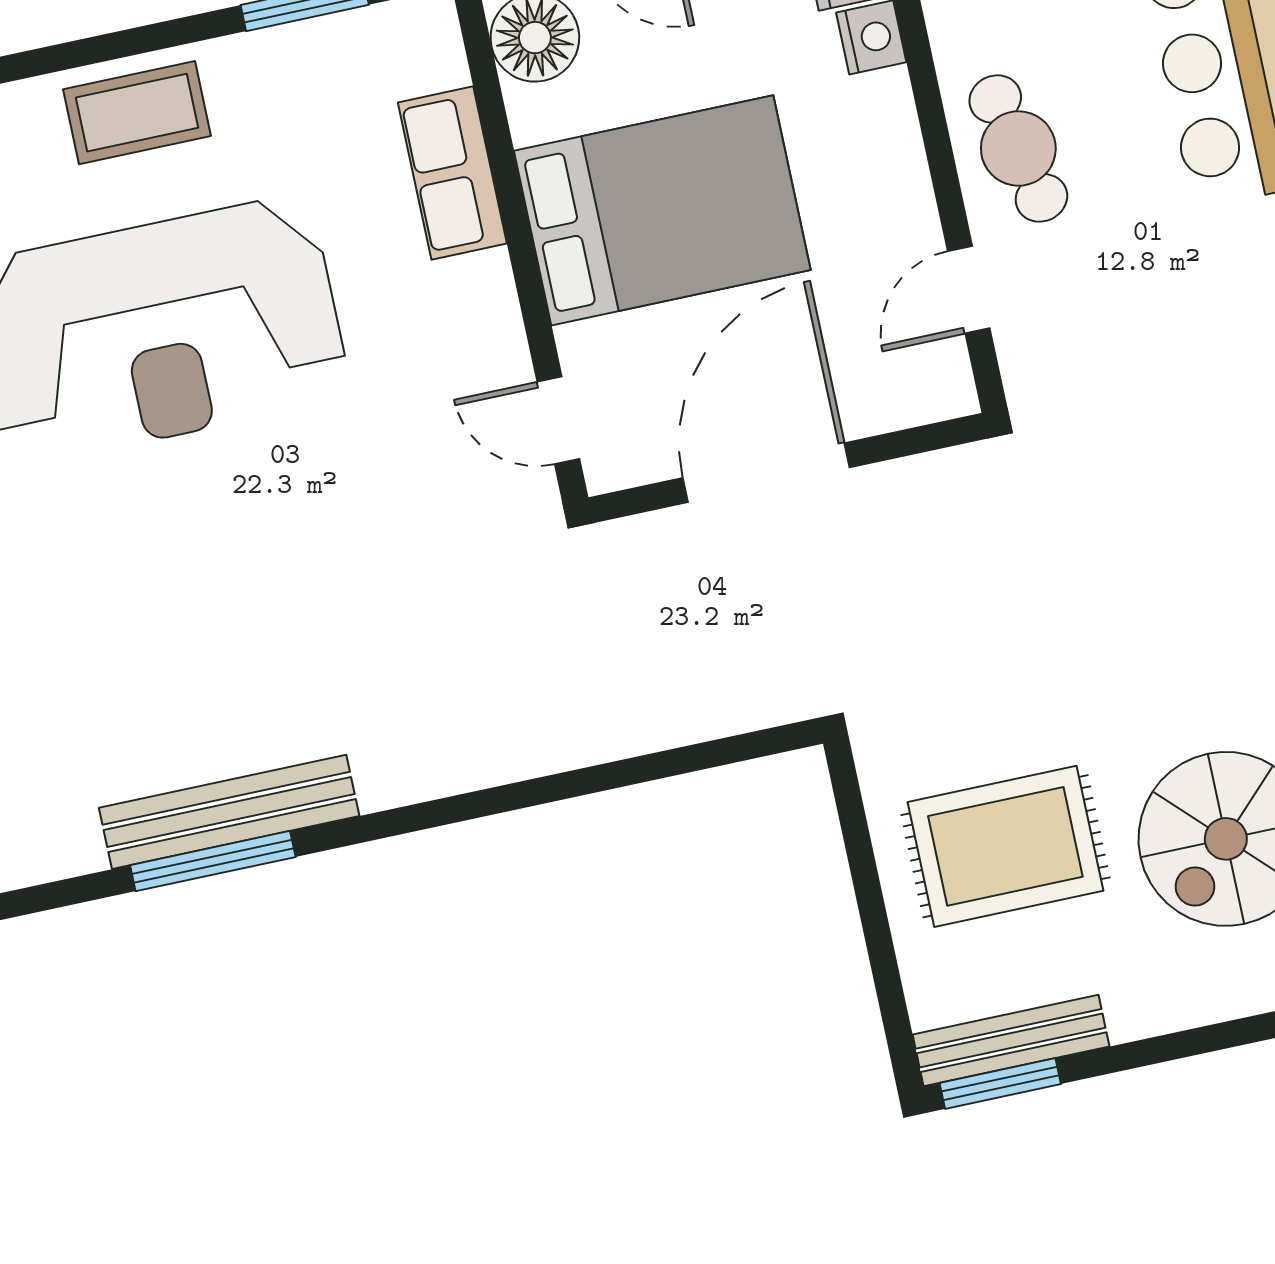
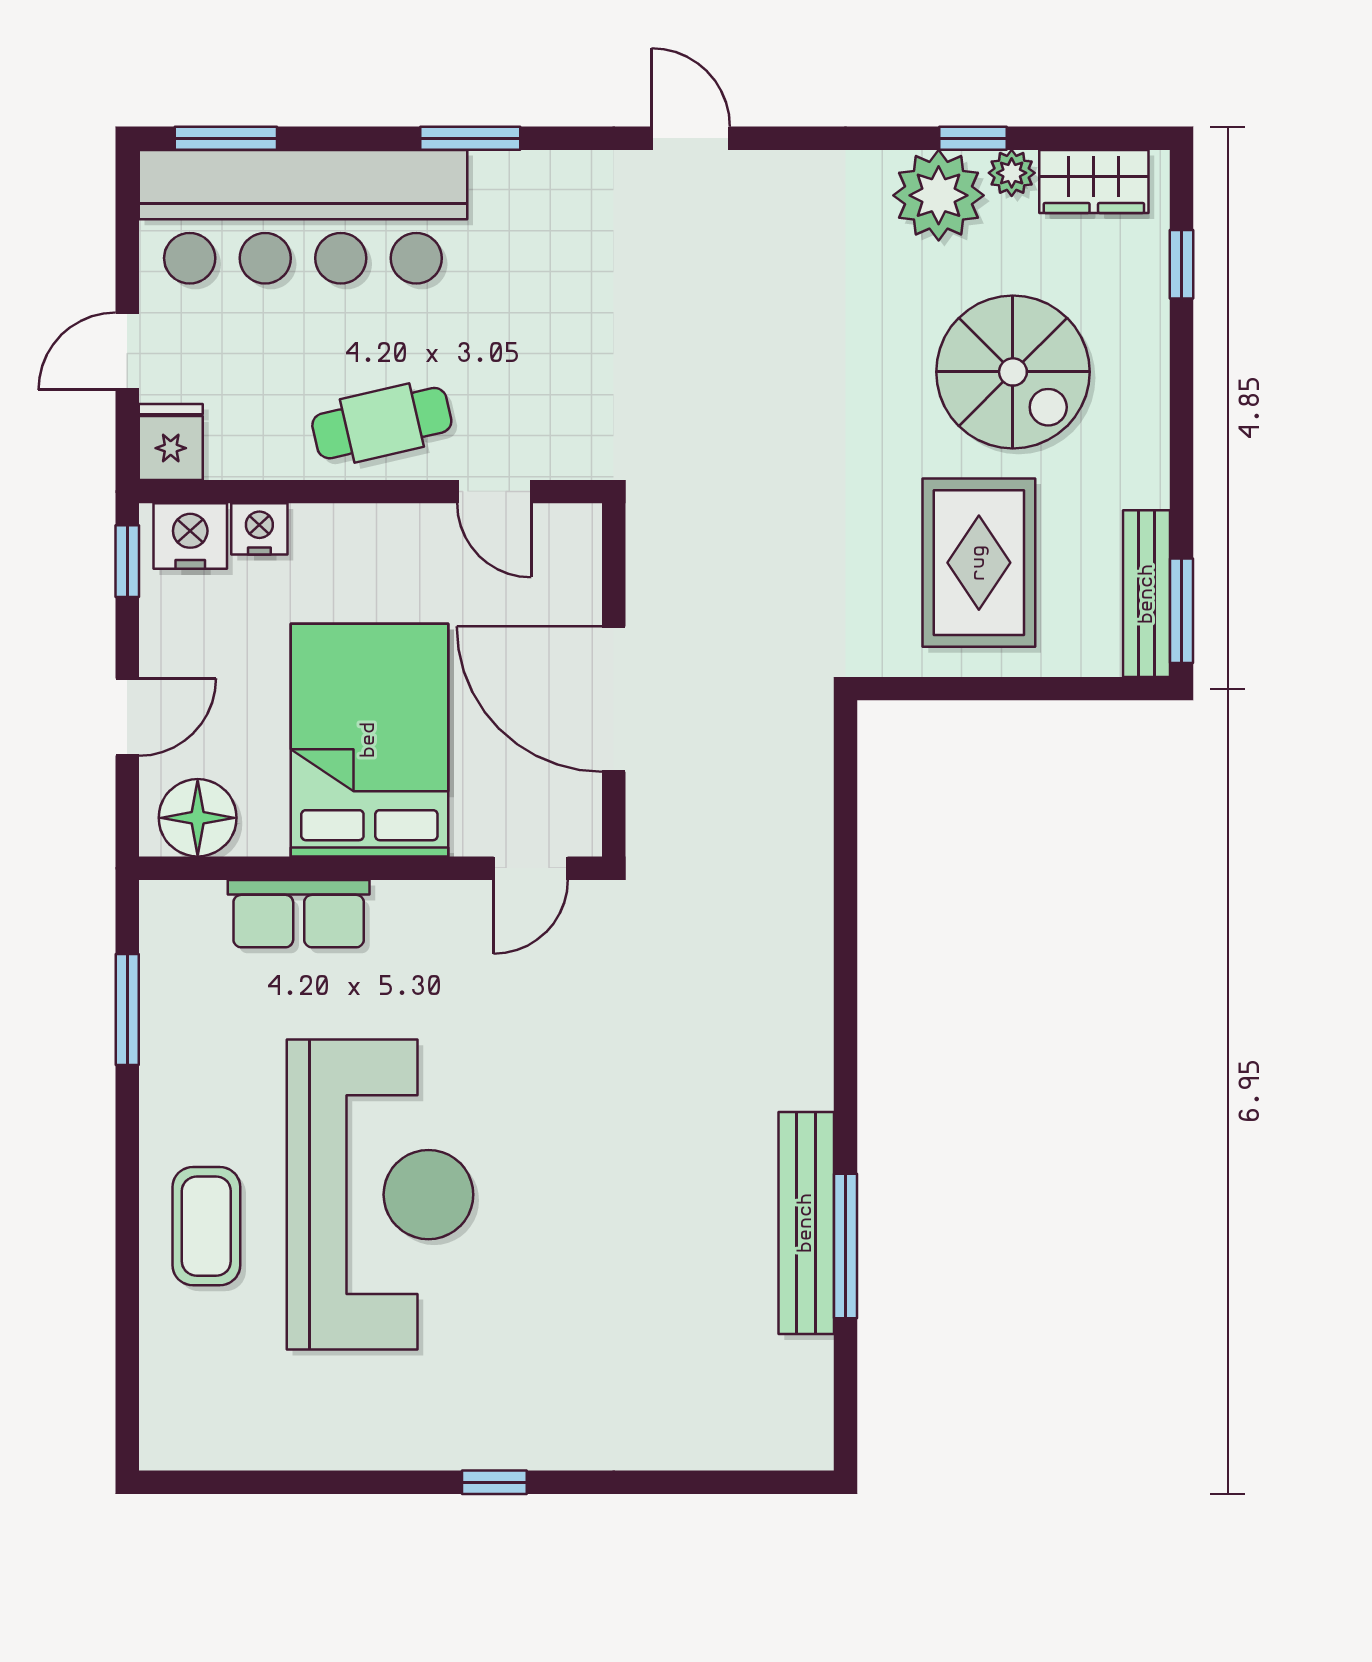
coffee table: (137, 113) -> (206, 1226), moved

